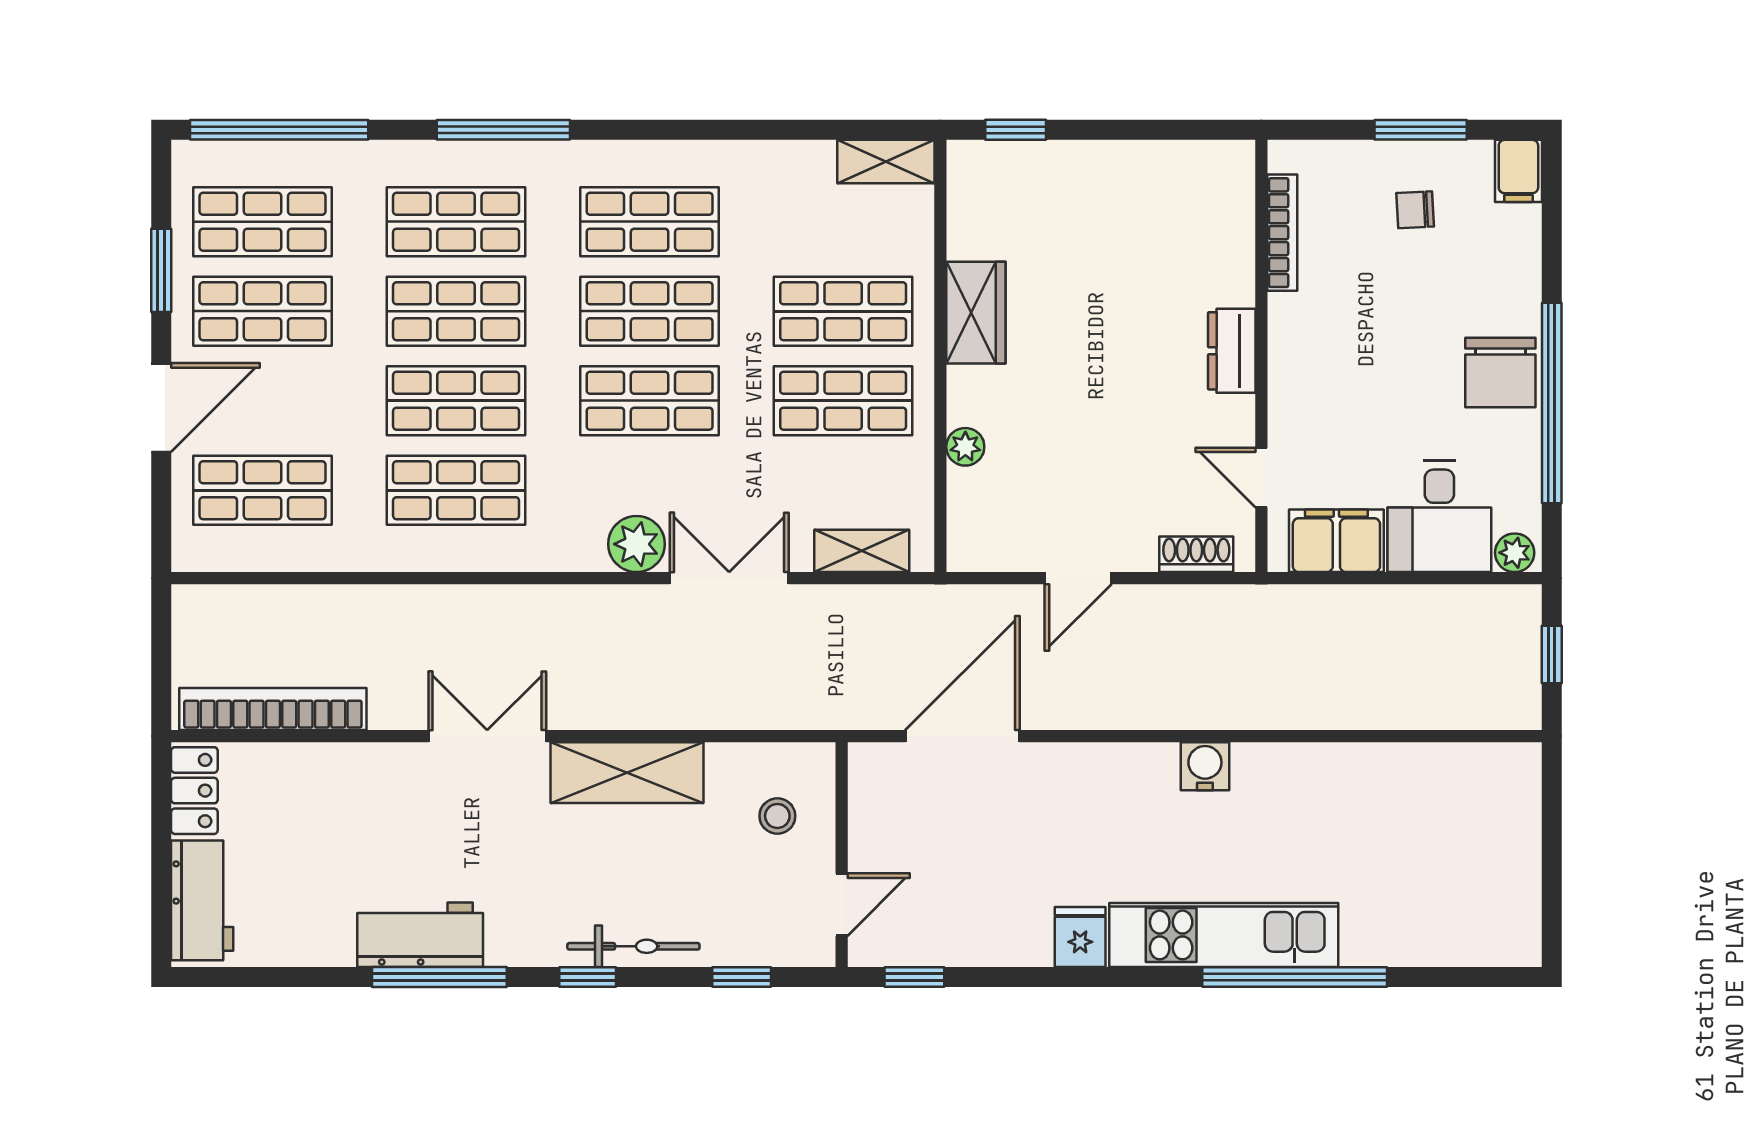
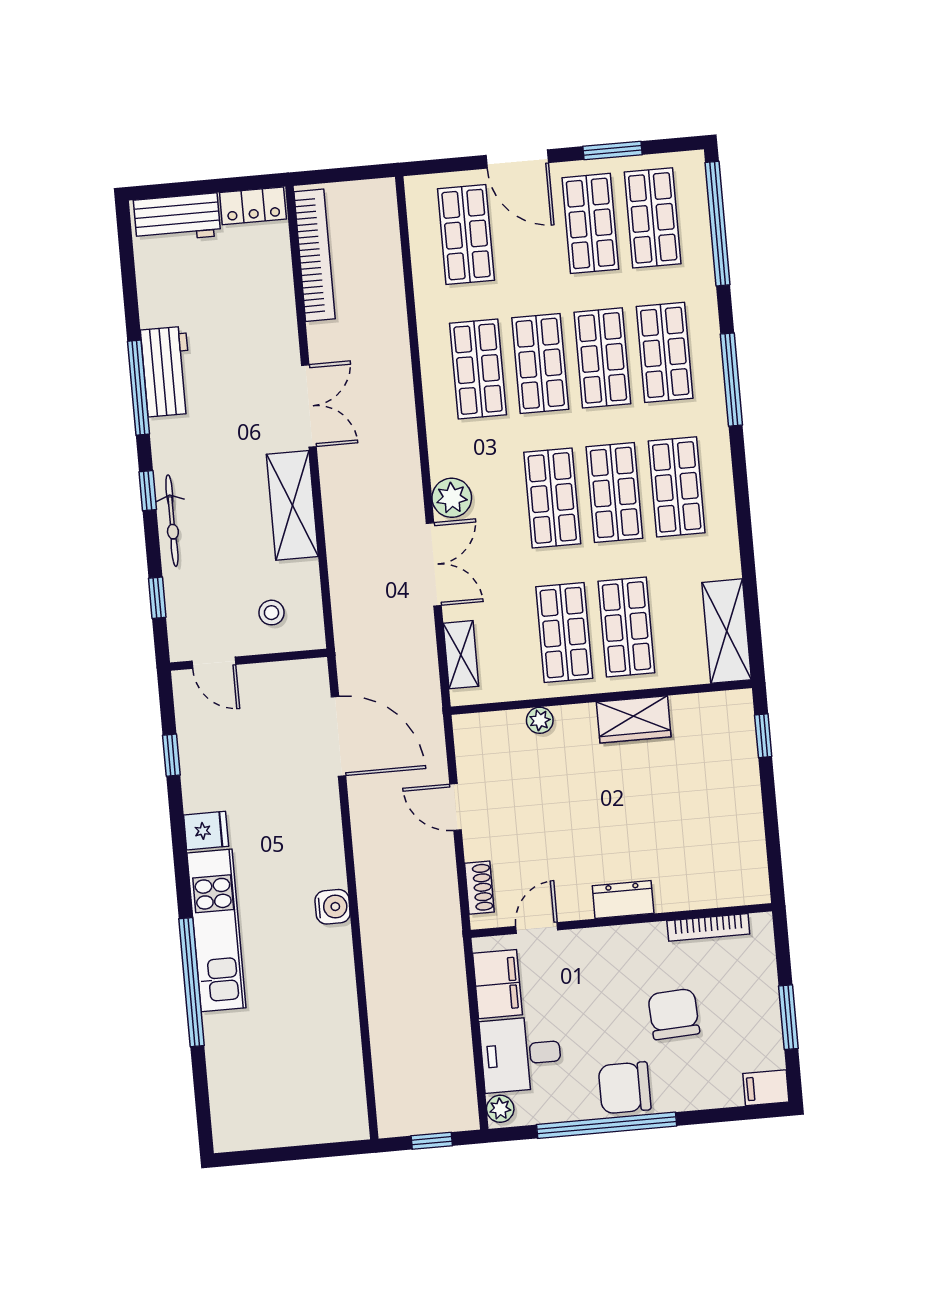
shelving: (886, 162) -> (727, 631), width x1.50, depth x1.33
chair: (1415, 210) -> (674, 1014), moved, width x1.87, depth x1.87
window: (914, 977) -> (171, 755), moved

